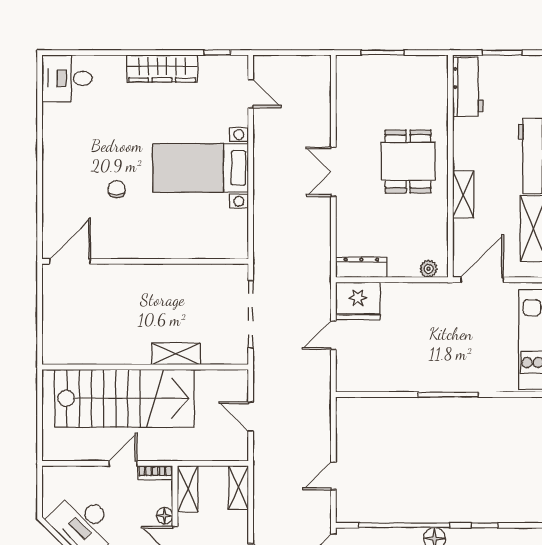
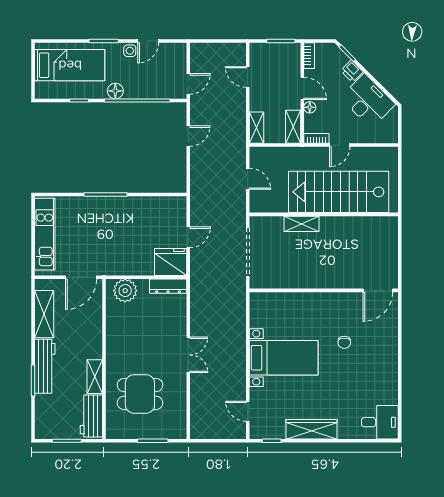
dining table: (408, 161) -> (140, 394), moved, turned 90
shelving: (463, 195) -> (95, 377), moved
plant: (429, 269) -> (125, 291), width x1.88, depth x1.88

